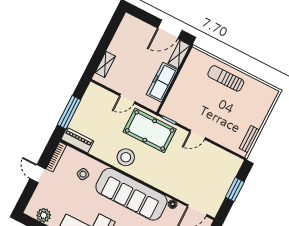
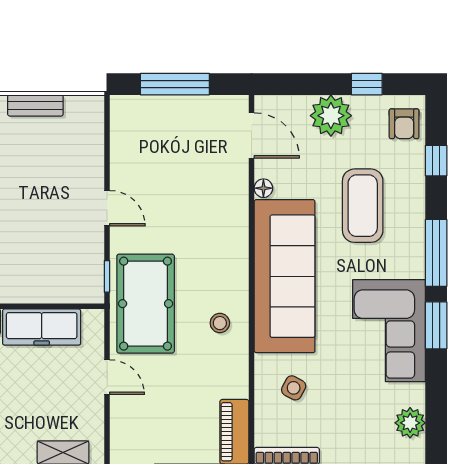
bench: (249, 139) -> (35, 105), moved
stool: (126, 157) -> (220, 323), width x0.53, depth x0.53
window: (235, 189) -> (175, 84), width x1.44

